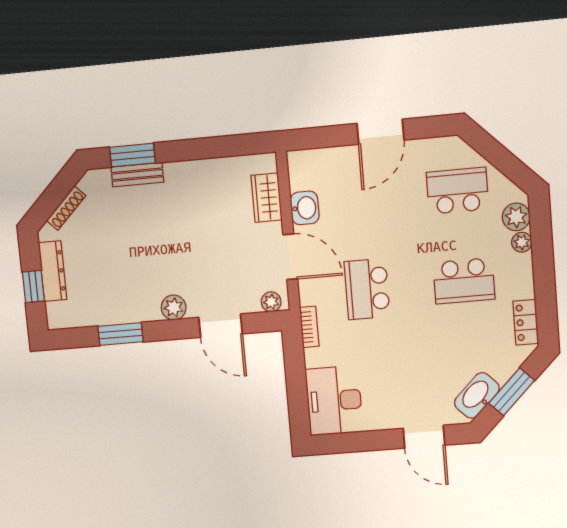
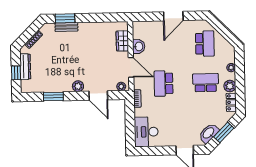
school desk: (457, 191) -> (205, 44), turned 90
plant: (516, 217) -> (230, 86), moved
school desk: (464, 281) -> (206, 83), turned 180

